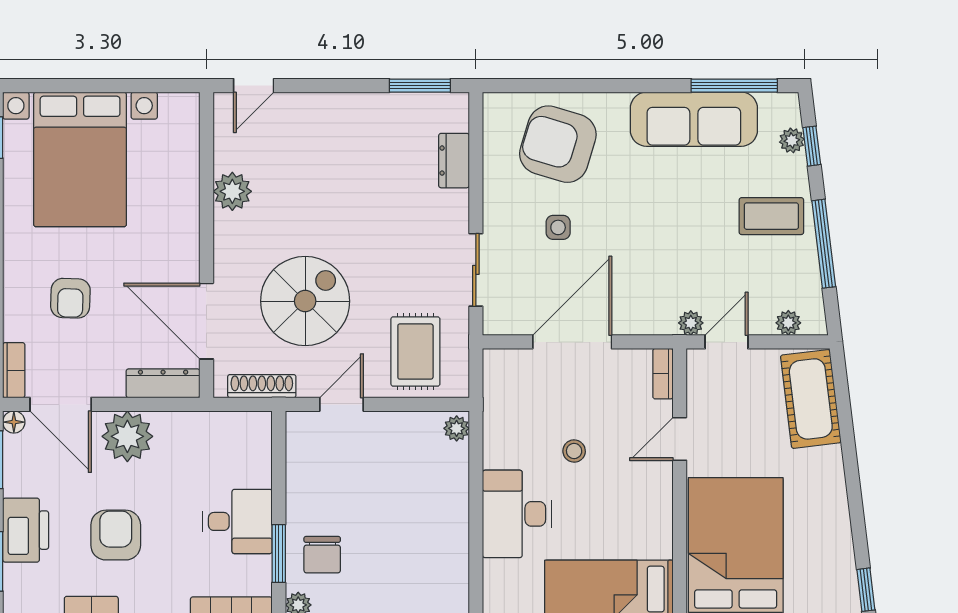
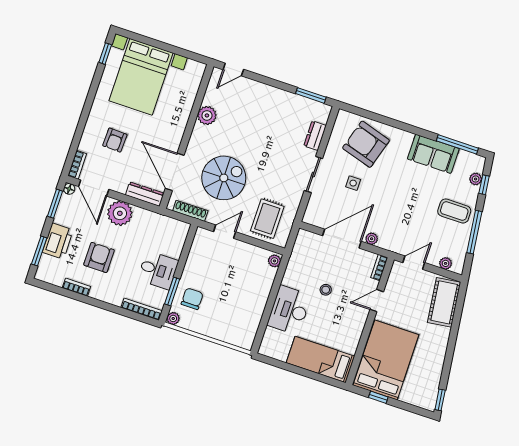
sofa: (694, 119) -> (433, 154), width x0.73
sliding door: (476, 270) -> (313, 174), moved
plant: (691, 323) -> (372, 239), moved
chair: (322, 555) -> (192, 299), turned 180

